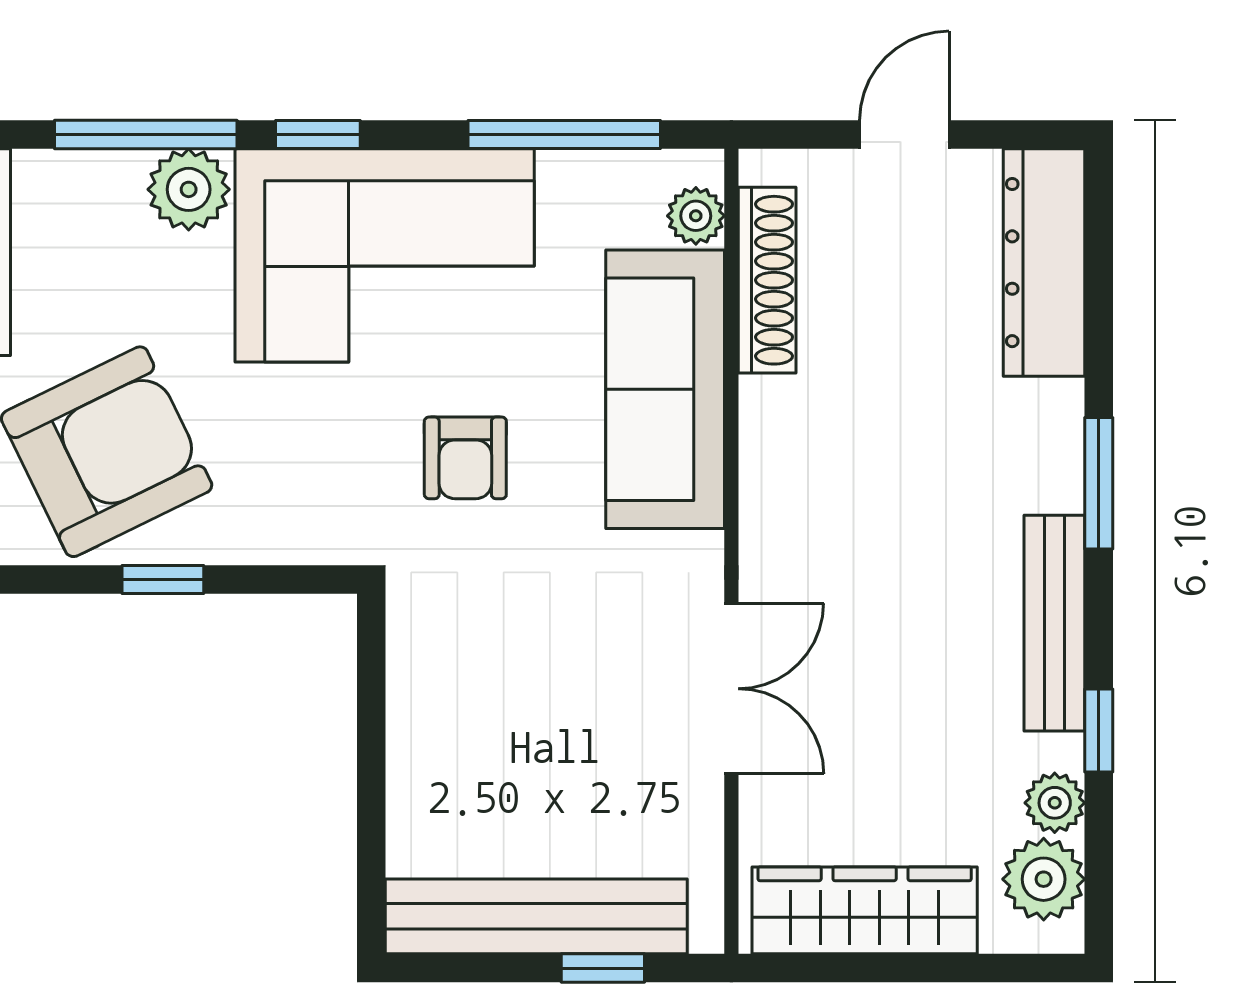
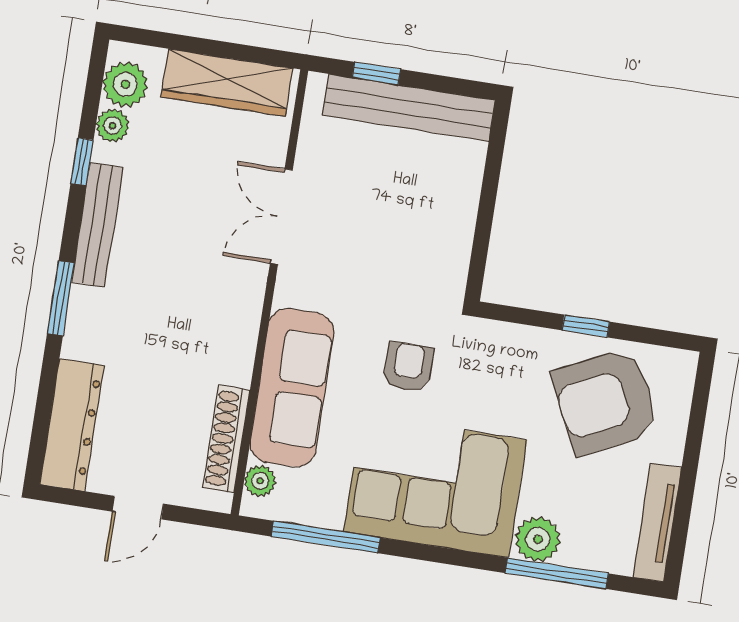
window: (318, 135) -> (462, 558), removed

